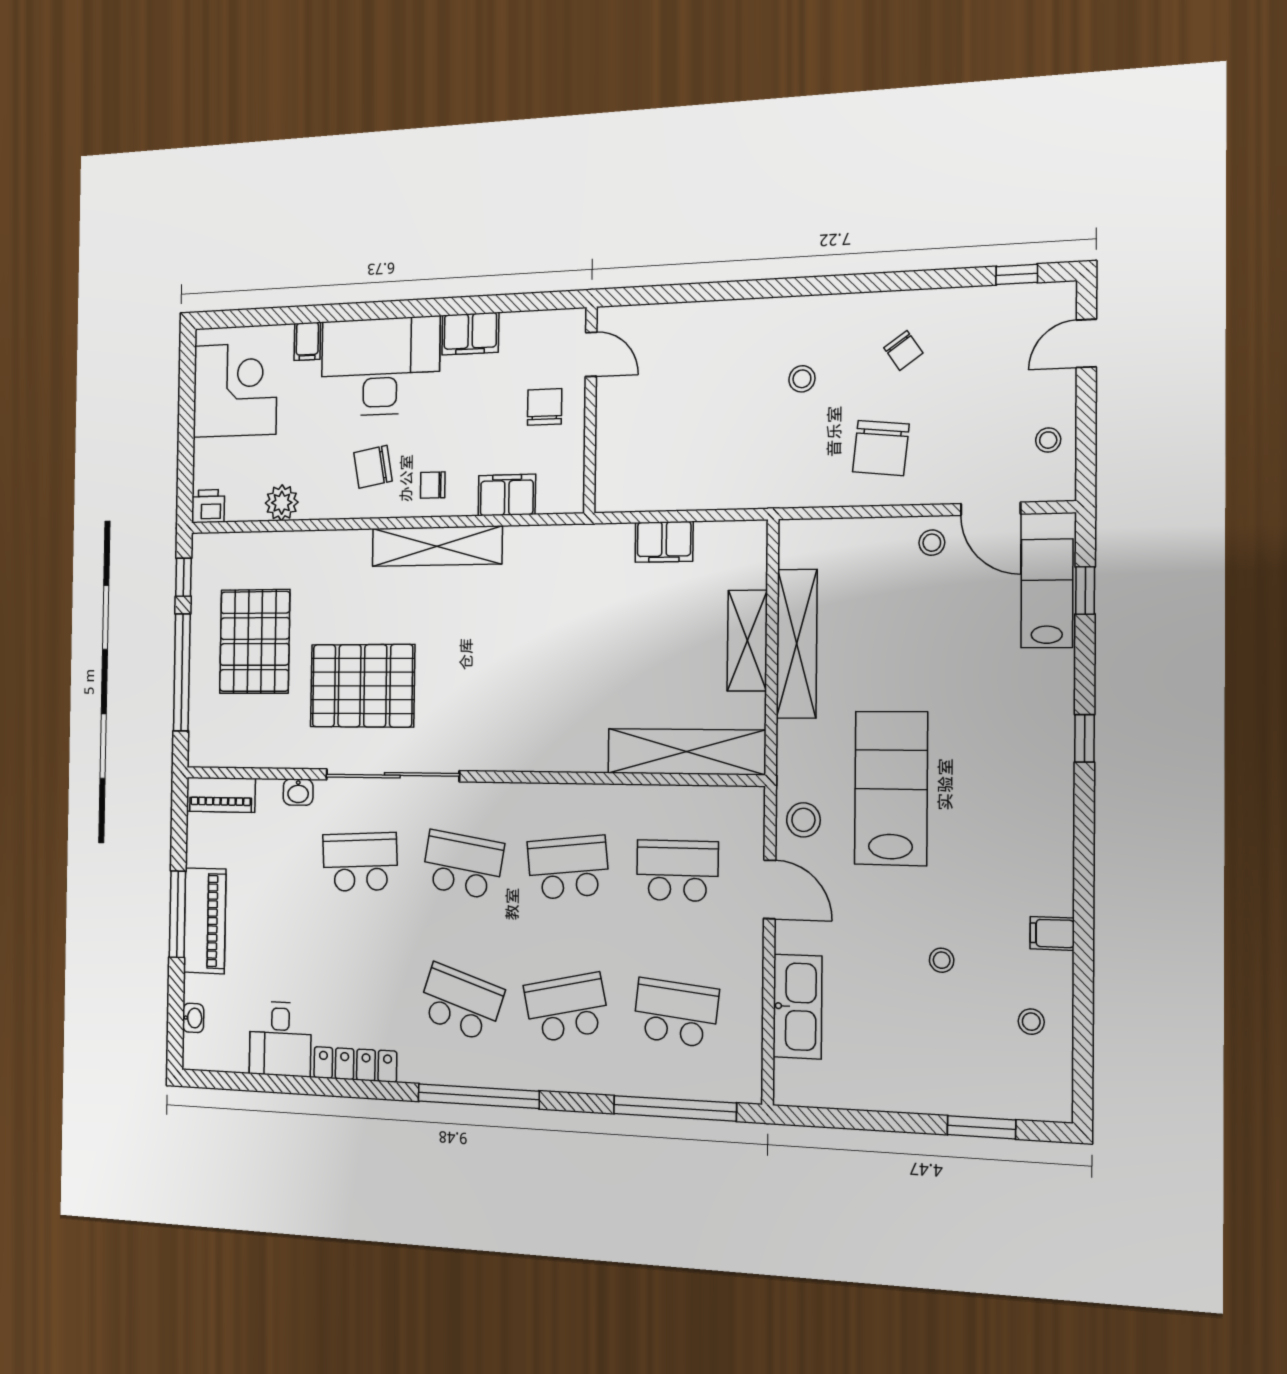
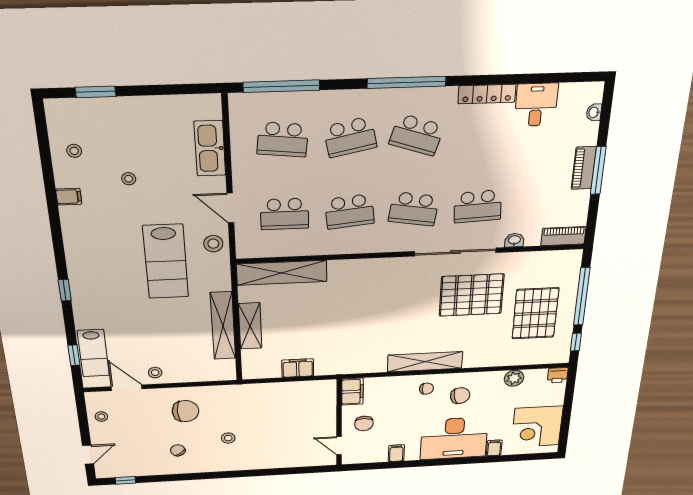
filing cabinet: (470, 334) -> (396, 453), width x0.50
chair: (881, 448) -> (185, 411), turned 84
filing cabinet: (507, 495) -> (352, 392), moved, turned -90
piano: (205, 921) -> (584, 168), width x0.73, depth x0.75

